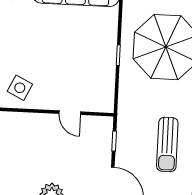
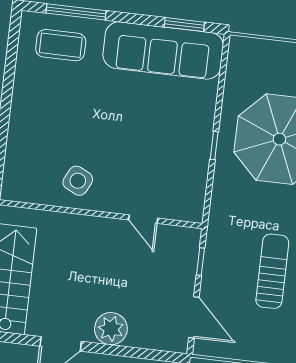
sun lounger: (167, 144) -> (272, 271), turned 180

